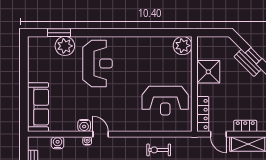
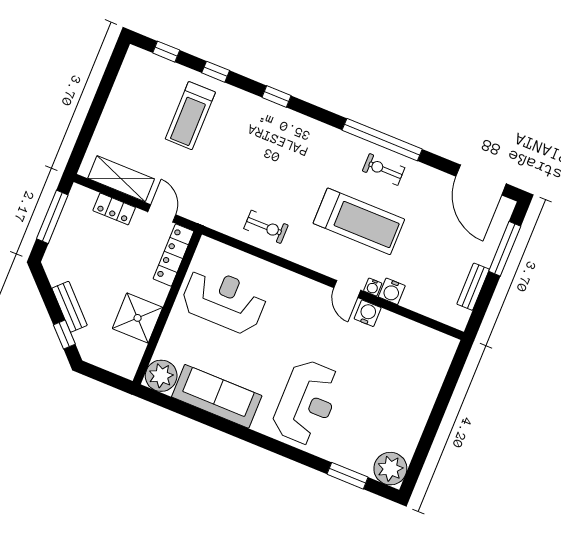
plant: (65, 46) -> (390, 469), moved
window: (254, 56) -> (64, 334), moved
reception desk: (97, 63) -> (307, 402), turned 180
sofa: (38, 107) -> (217, 396), moved, turned 90
water cooler: (58, 143) -> (392, 291), moved

